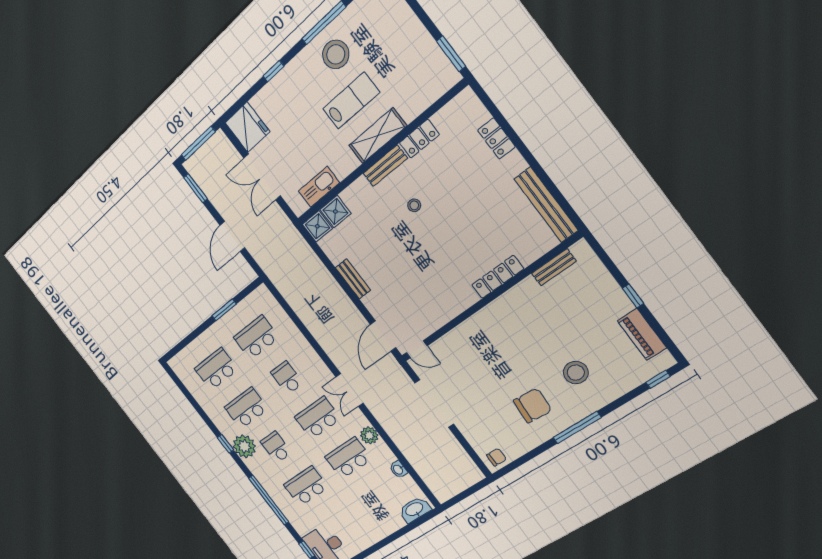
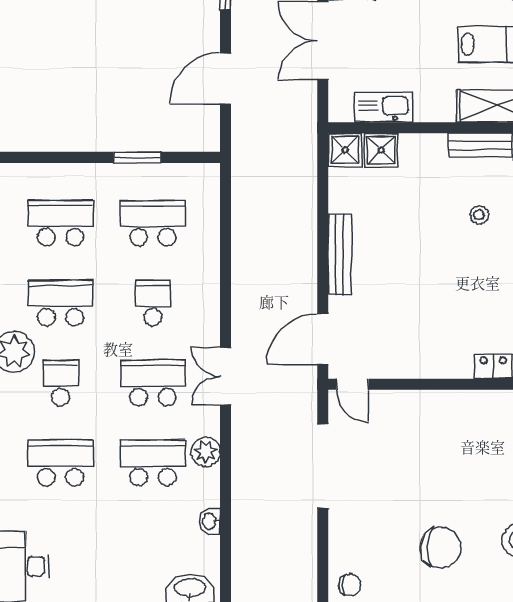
bench: (353, 279) -> (340, 255), width x1.36

